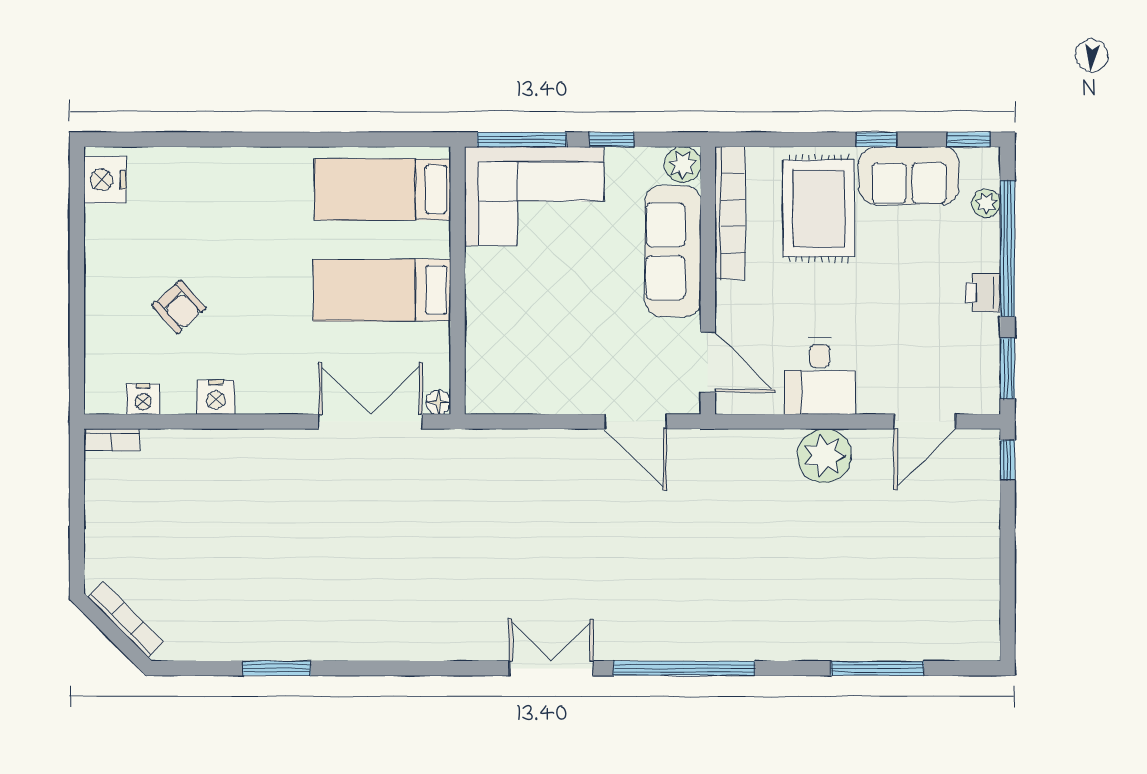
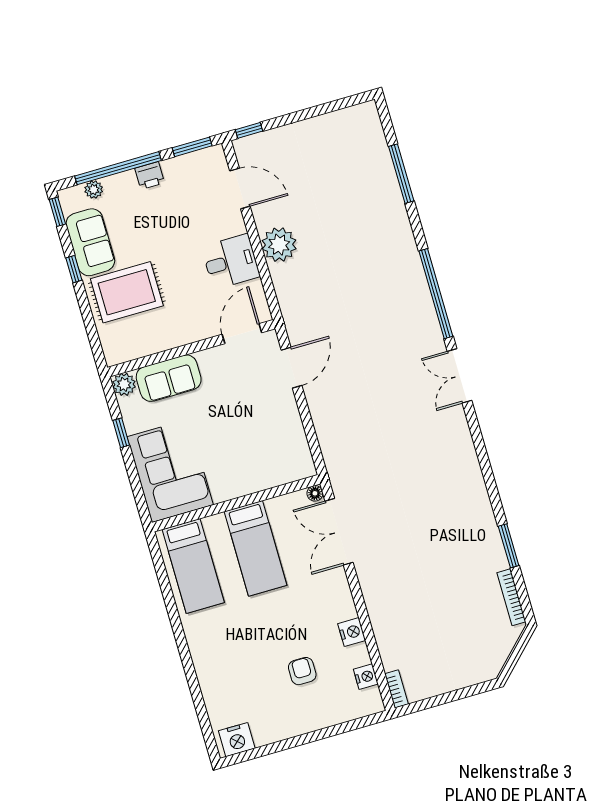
window: (522, 140) -> (137, 489), removed
bookcase: (730, 213) -> (145, 347), removed
sofa: (673, 251) -> (169, 378), width x0.73
armchair: (179, 307) -> (302, 671), turned -48
bookcase: (126, 620) -> (511, 597), moved, turned -45

